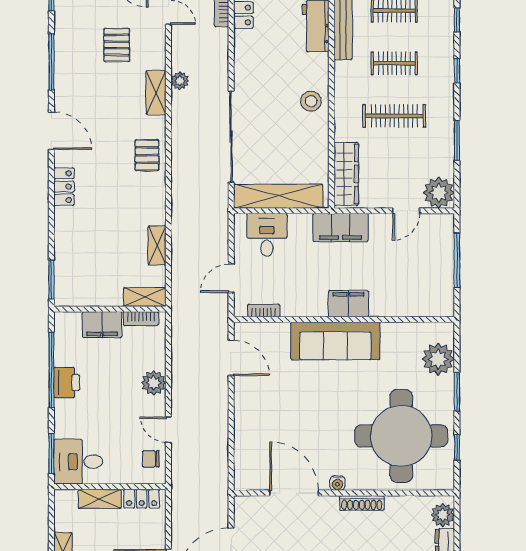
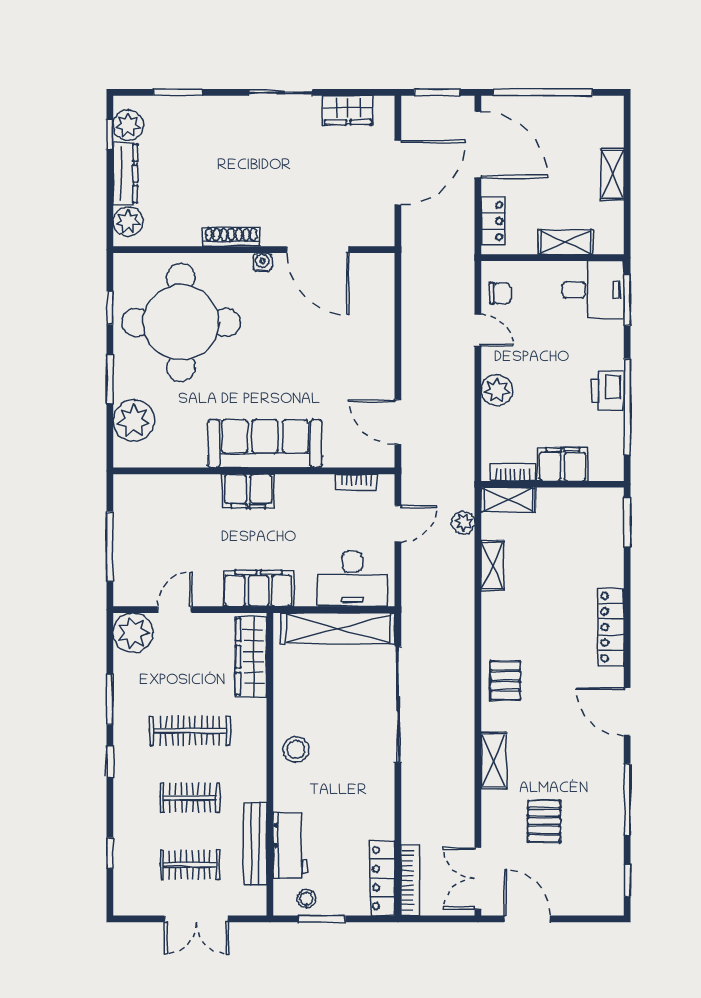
window: (457, 71) -> (110, 762), moved
plant: (180, 81) -> (463, 523), moved
locker: (64, 187) -> (611, 627), width x1.53
desk: (267, 235) -> (352, 579), width x1.37
locker: (142, 499) -> (493, 221), moved, turned 90

